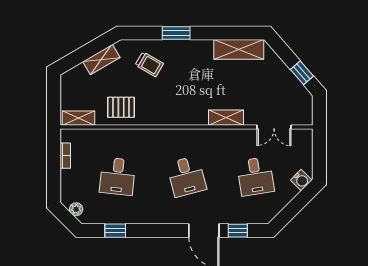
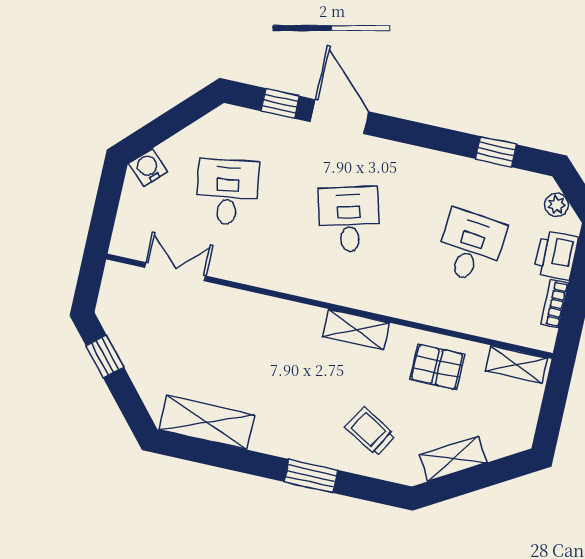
shelving: (226, 118) -> (356, 330), moved
printer: (70, 182) -> (556, 255), added

